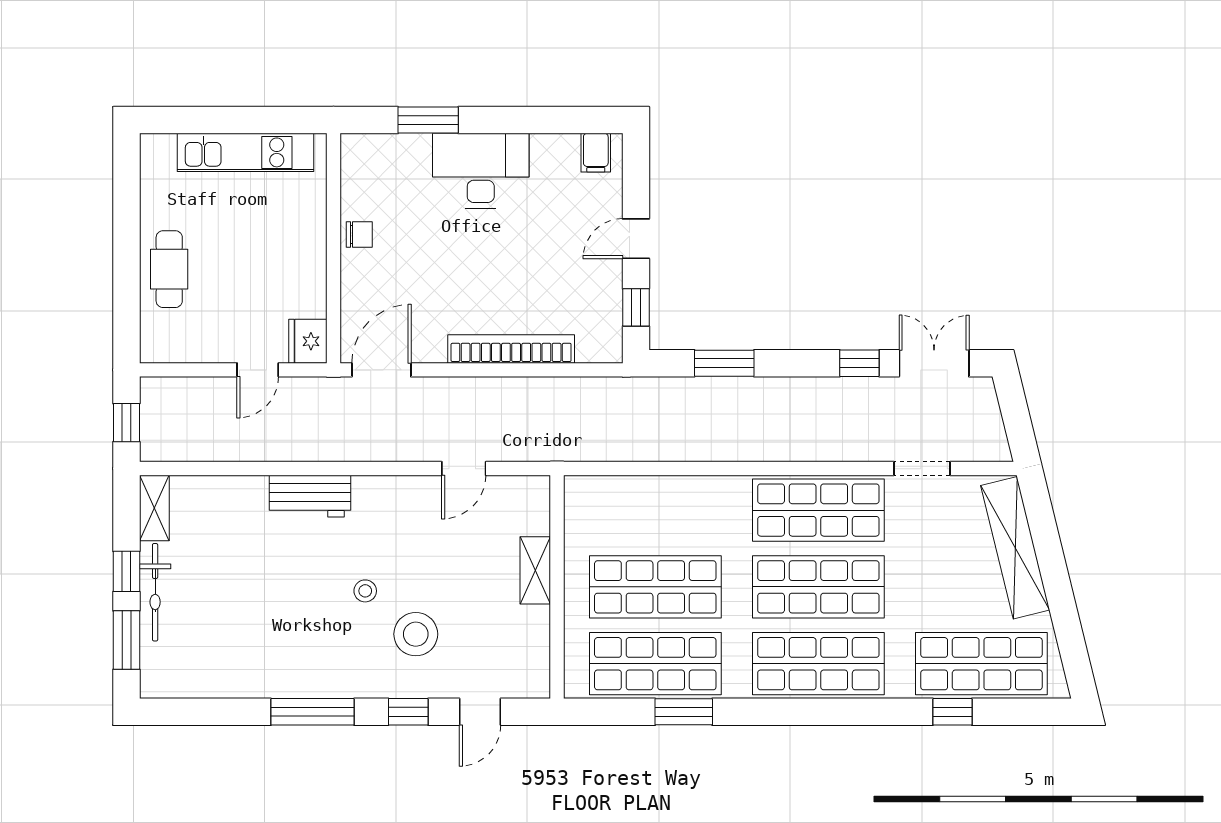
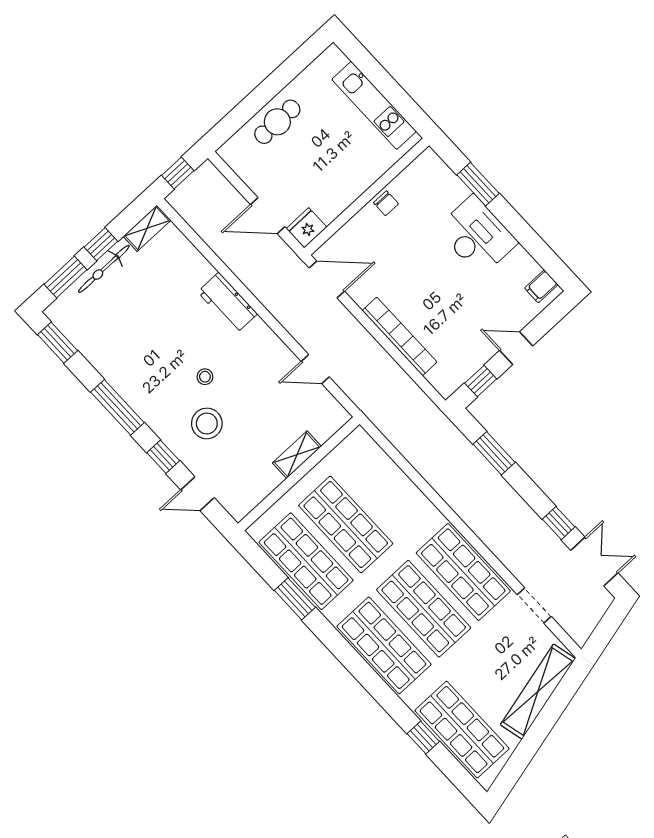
door: (258, 370) -> (268, 216), width x1.38
window: (187, 712) -> (58, 343), added

